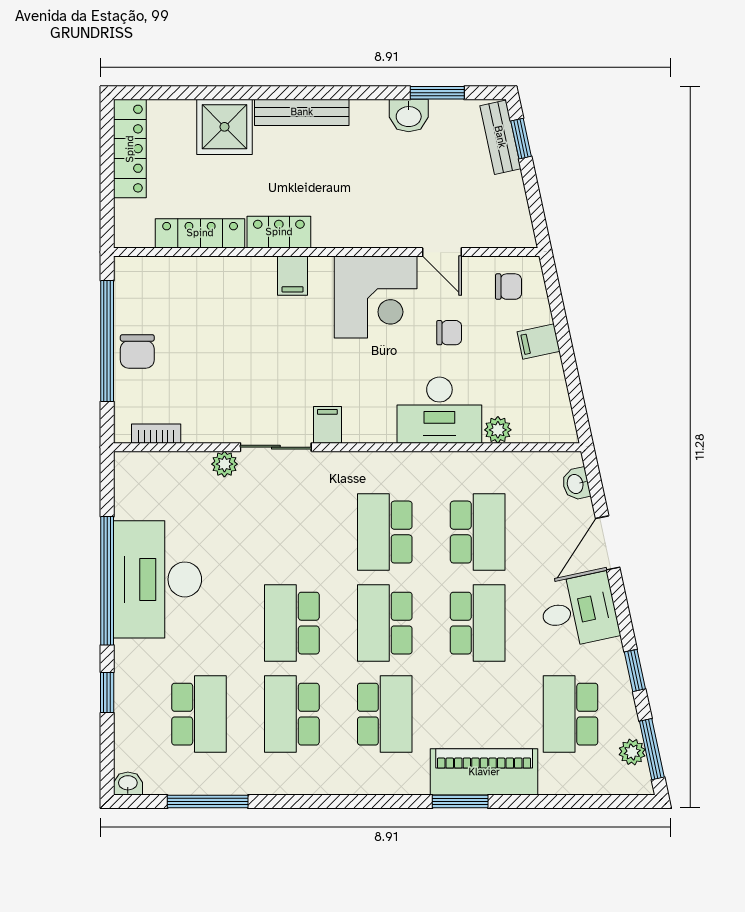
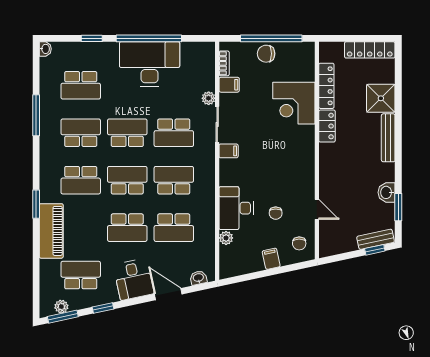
door: (442, 252) -> (317, 209), swing flipped
filing cabinet: (293, 276) -> (229, 85), moved, turned 180
corner desk: (376, 297) -> (294, 103), moved
school desk: (292, 532) -> (174, 133), added
window: (208, 802) -> (36, 115), moved
window: (460, 802) -> (36, 204), moved

